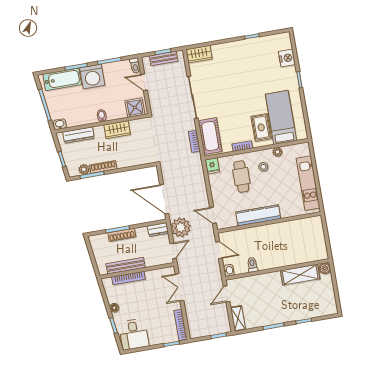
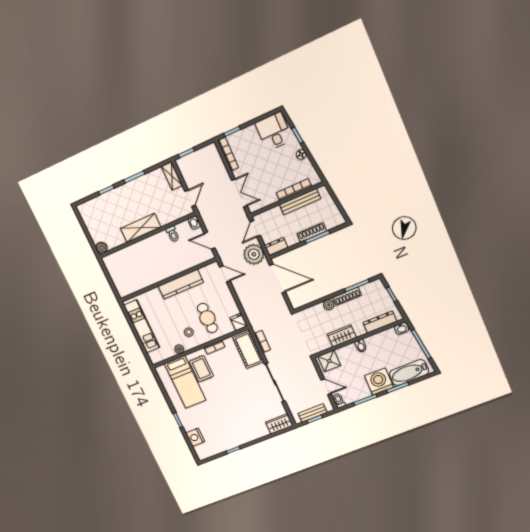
plant: (84, 169) -> (329, 305), moved
shelving: (300, 275) -> (141, 228), moved

